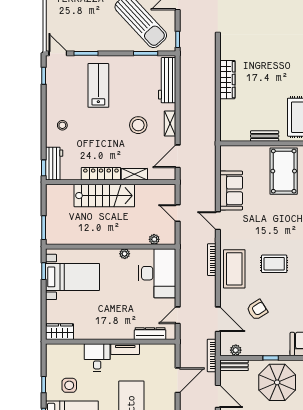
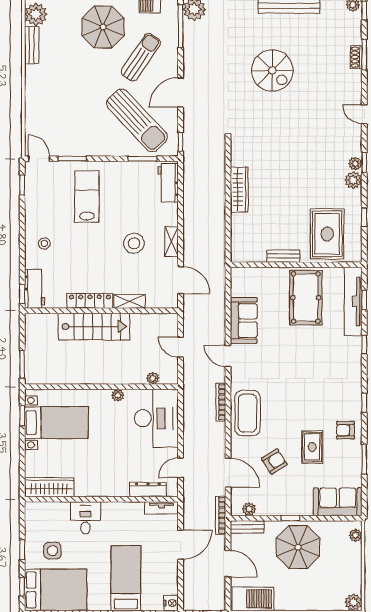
workbench: (167, 80) -> (168, 183), width x0.73
door: (178, 156) -> (181, 280), swing flipped
rug: (274, 264) -> (312, 447), moved, turned 90
wardrobe: (60, 332) -> (49, 487), width x1.50
tv unit: (125, 349) -> (161, 508), moved

